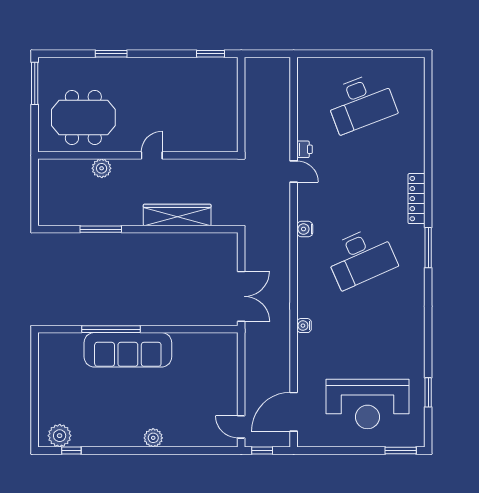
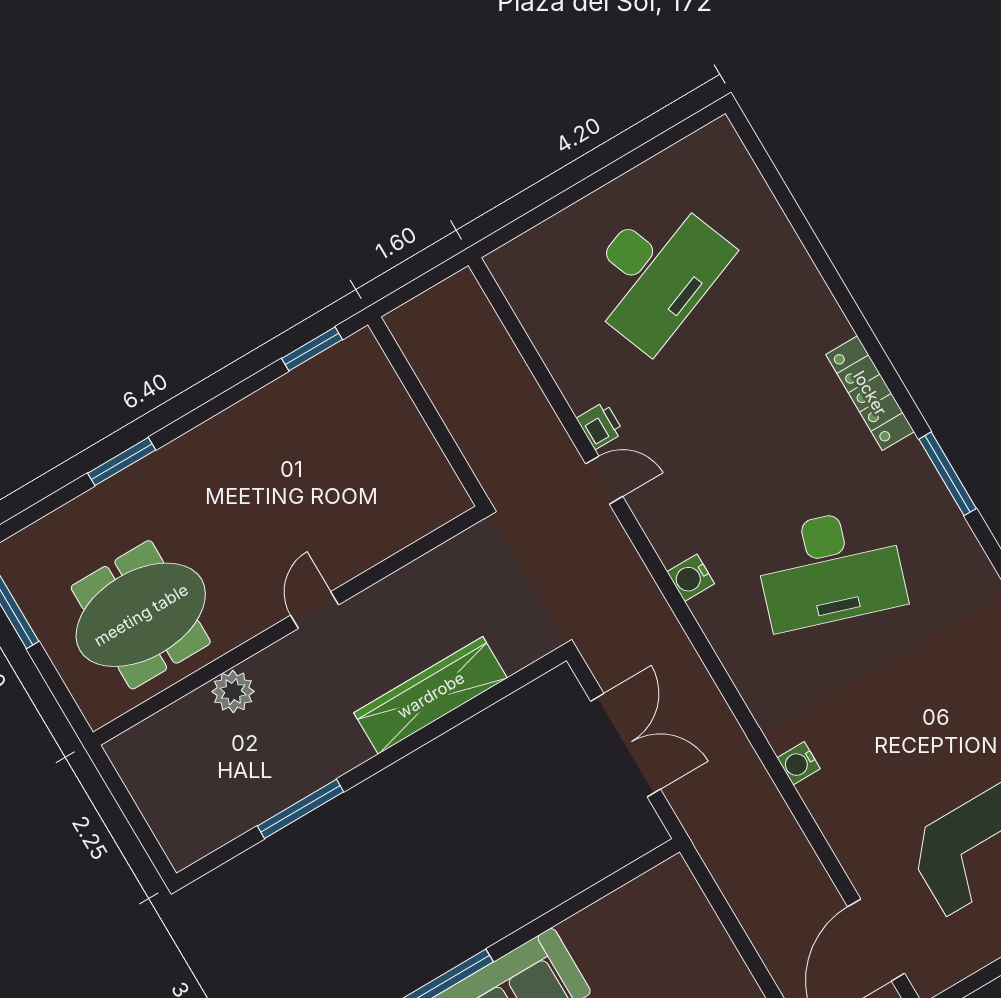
desk: (361, 257) -> (830, 569), turned 42
double door: (241, 296) -> (625, 745), moved

